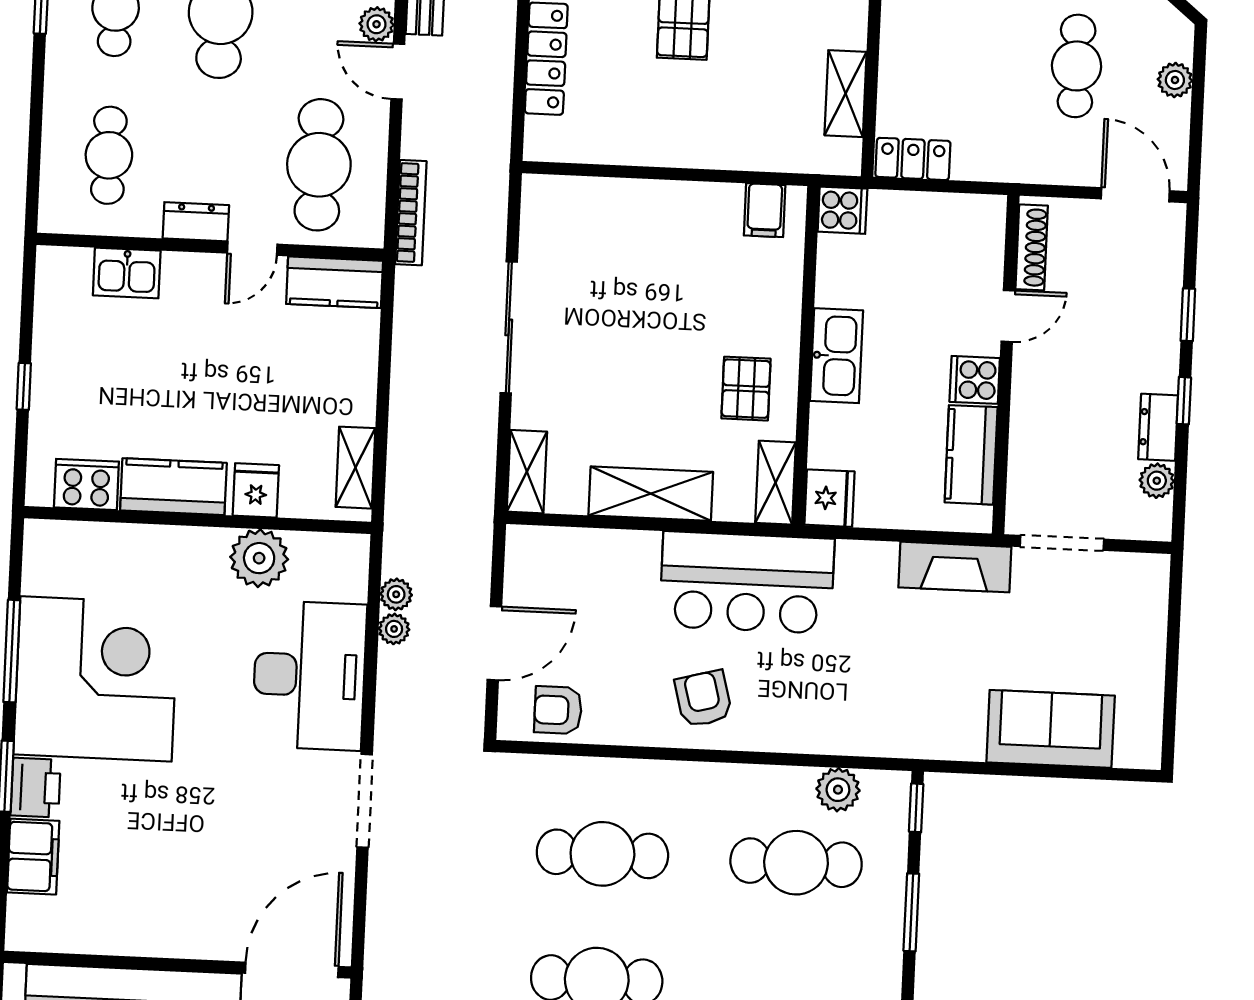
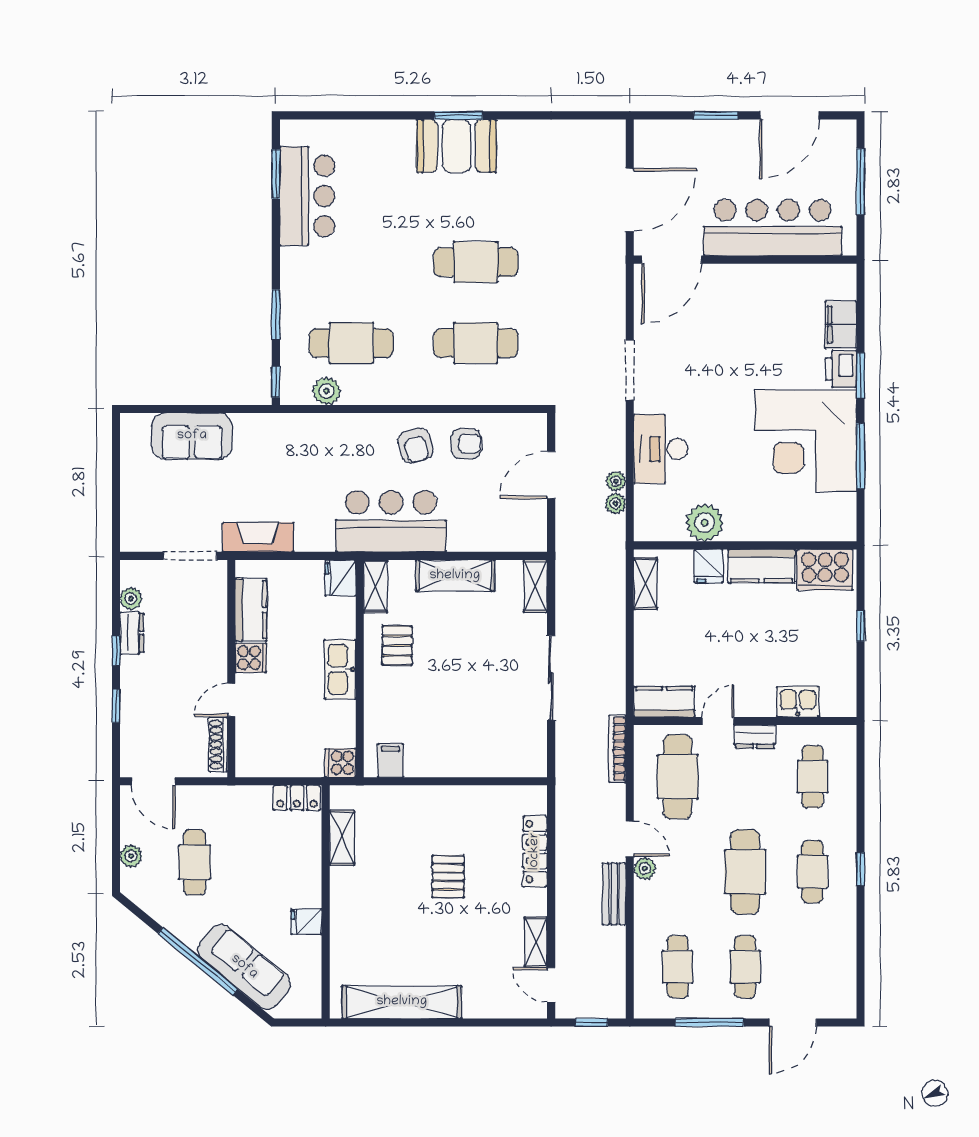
cooker: (86, 485) -> (825, 570), width x1.37, depth x1.31
desk: (309, 675) -> (661, 449), width x0.73, depth x0.77
armchair: (558, 710) -> (466, 444), moved

